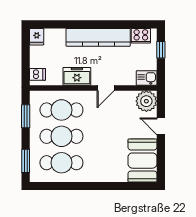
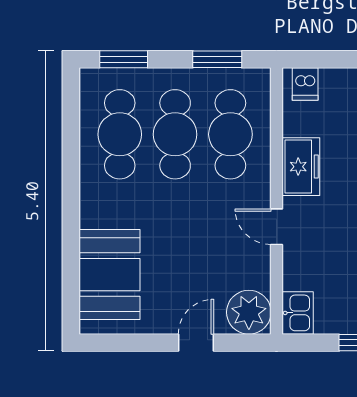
booth: (142, 161) -> (110, 275), moved, turned 90

